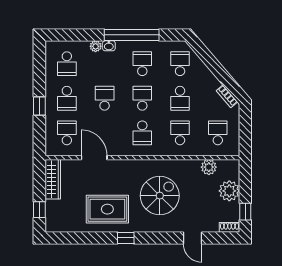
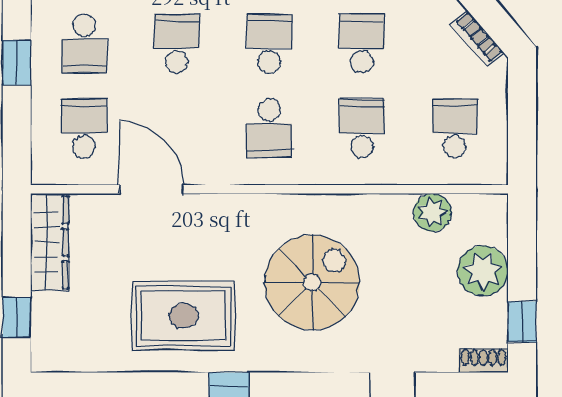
school desk: (180, 98) -> (362, 44), turned 180

